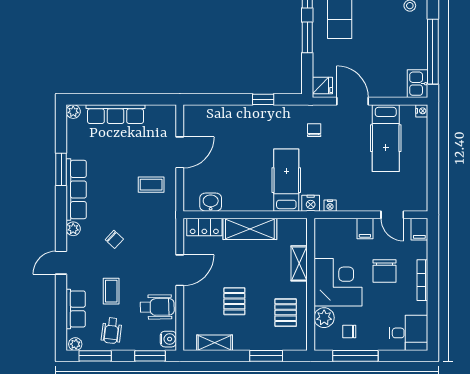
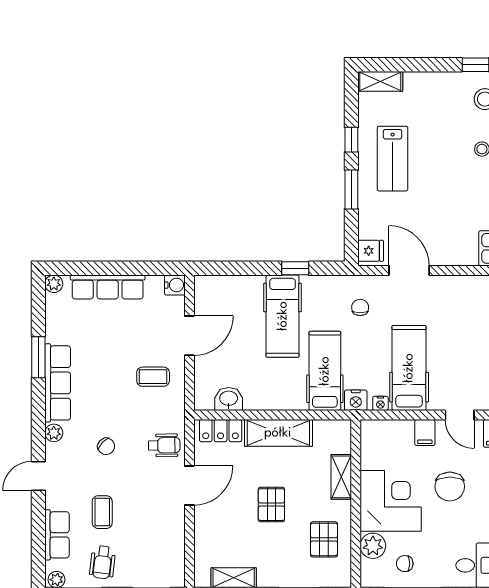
hospital bed: (253, 137) -> (283, 316), added
hospital bed: (386, 138) -> (409, 368), moved, turned 180
pallet: (234, 301) -> (271, 505), moved
wheelchair: (157, 307) -> (164, 445), moved, width x0.73, depth x0.73
water cooler: (168, 339) -> (175, 285), moved

